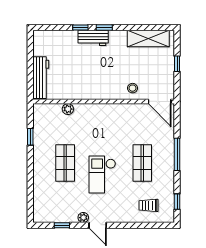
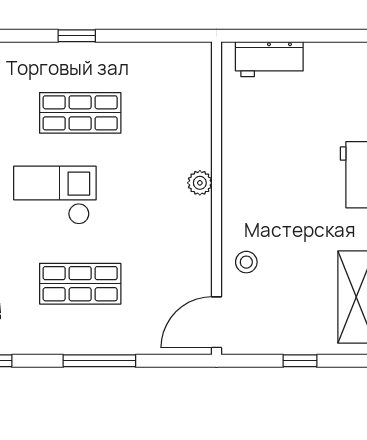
workbench: (41, 78) -> (269, 59), width x0.73
plant: (68, 109) -> (200, 183), moved
window: (30, 137) -> (77, 36), moved

